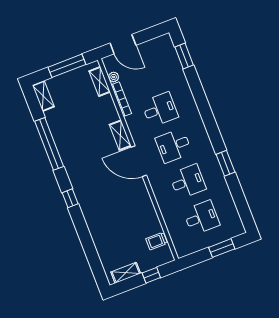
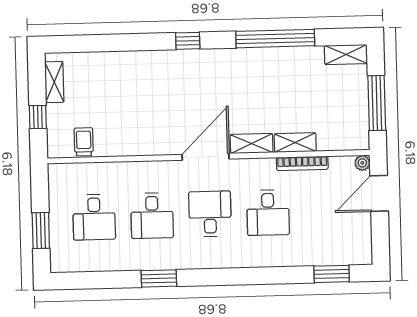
plant: (114, 77) -> (362, 163), moved
shelving: (100, 81) -> (295, 143), moved

